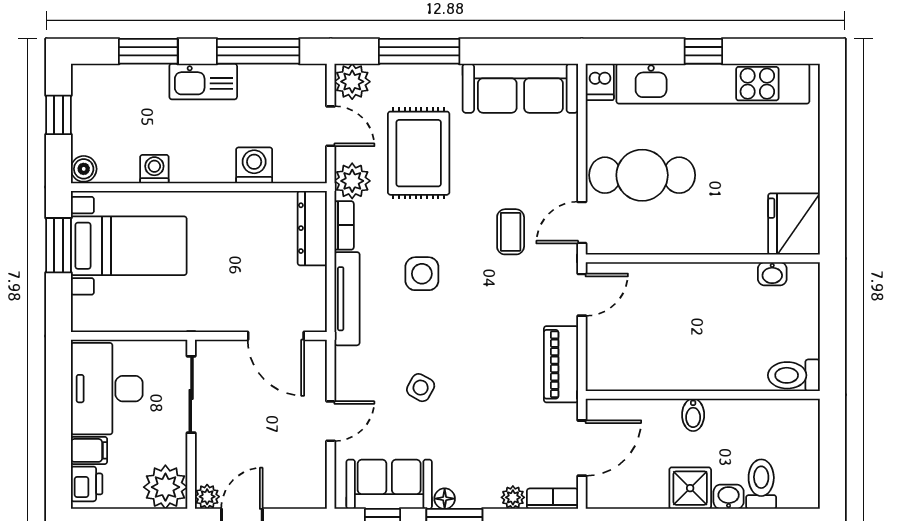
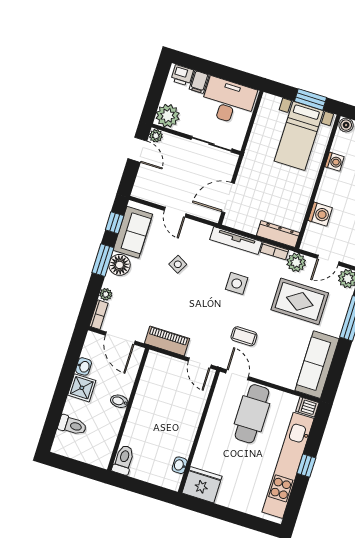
washbasin: (729, 497) -> (84, 366), moved
floor lamp: (445, 499) -> (119, 265), width x1.89, depth x1.89

